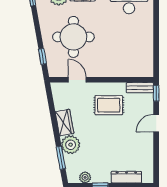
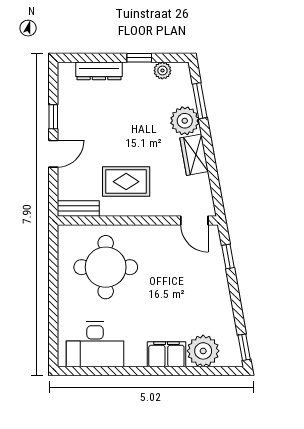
round table: (73, 37) -> (106, 267), moved
door: (77, 80) -> (194, 221), moved
window: (156, 93) -> (53, 117), moved

